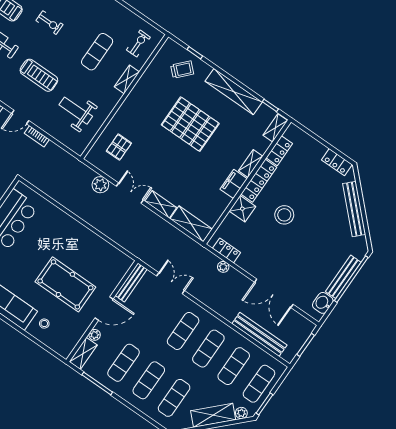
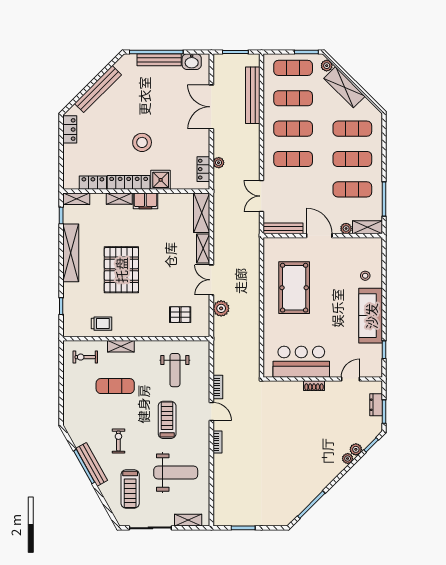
trolley: (182, 70) -> (101, 324), moved, turned 137
pool table: (65, 284) -> (294, 288), moved
double door: (274, 293) -> (211, 107), swing flipped

